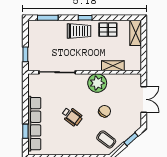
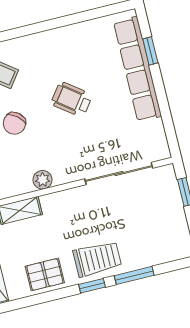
window: (48, 18) -> (134, 275), moved
trolley: (79, 31) -> (97, 259), turned 180
plant: (97, 83) -> (43, 180), width x0.53, depth x0.53

